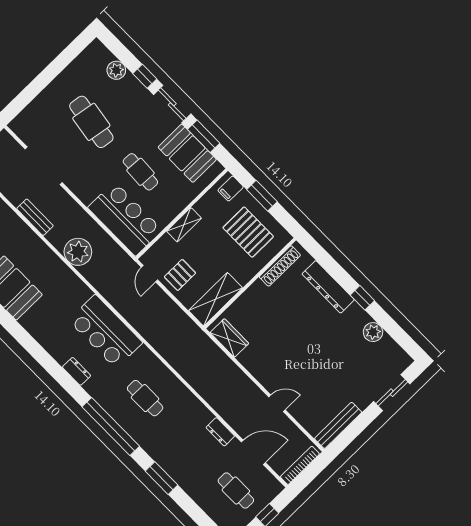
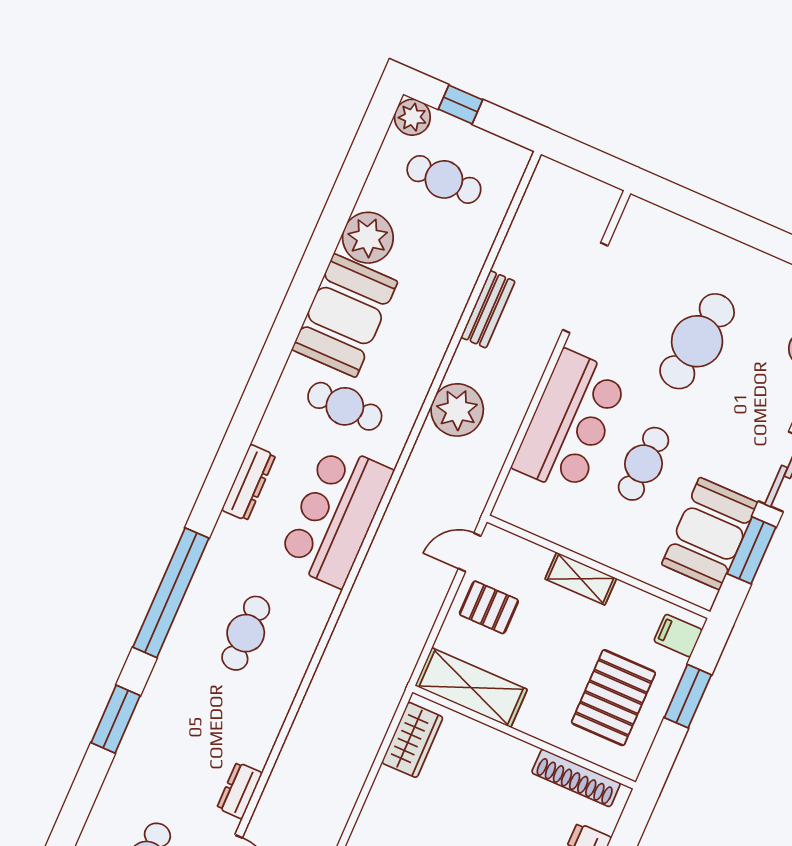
bar counter: (125, 219) -> (570, 422), moved
cafe table: (54, 306) -> (345, 406), added
dresser: (77, 371) -> (249, 483), width x1.44

